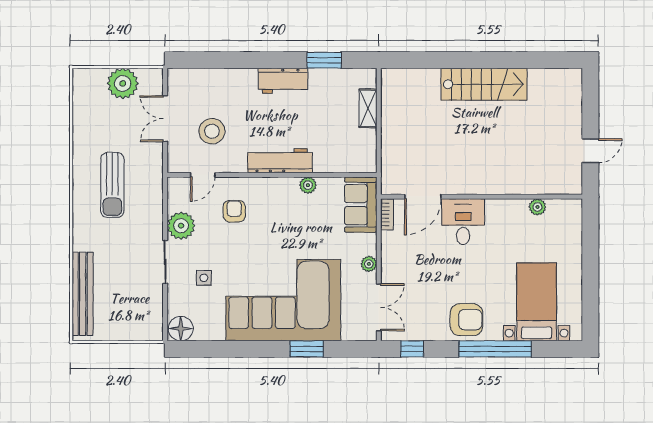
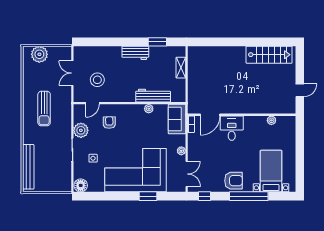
plant: (123, 83) -> (39, 54), moved
stairs: (484, 84) -> (269, 55), moved
workbench: (280, 161) -> (153, 96), moved

